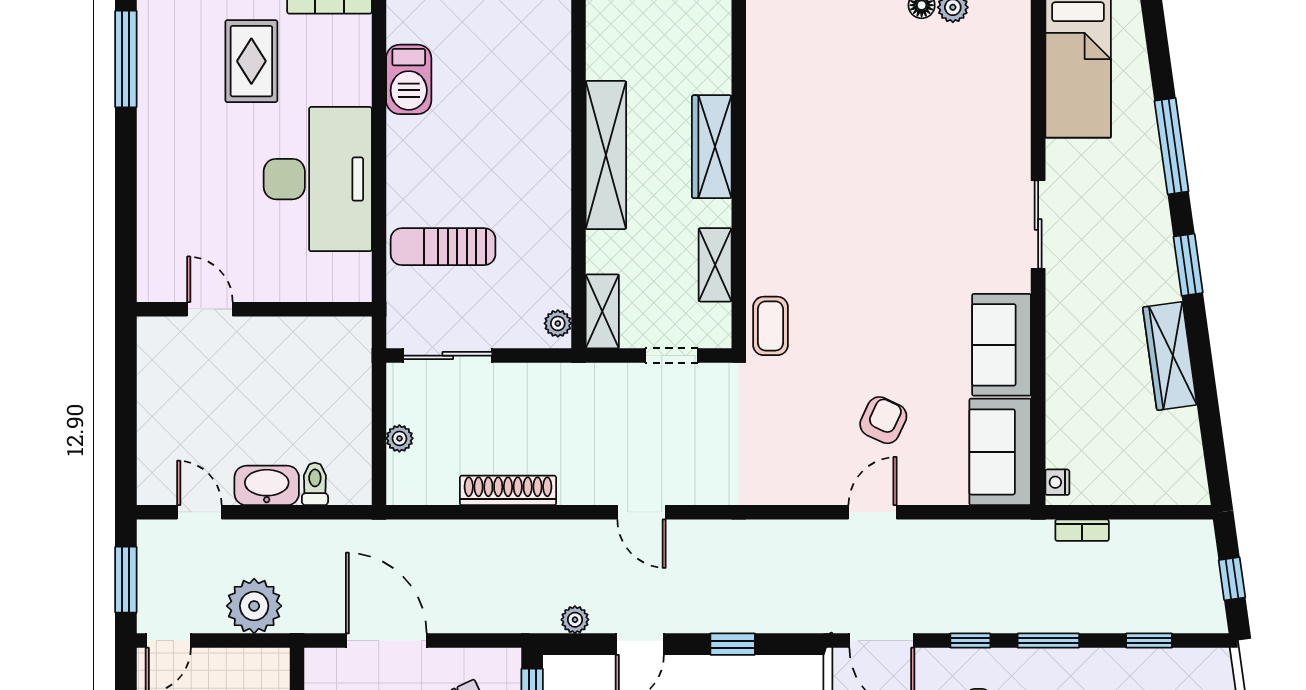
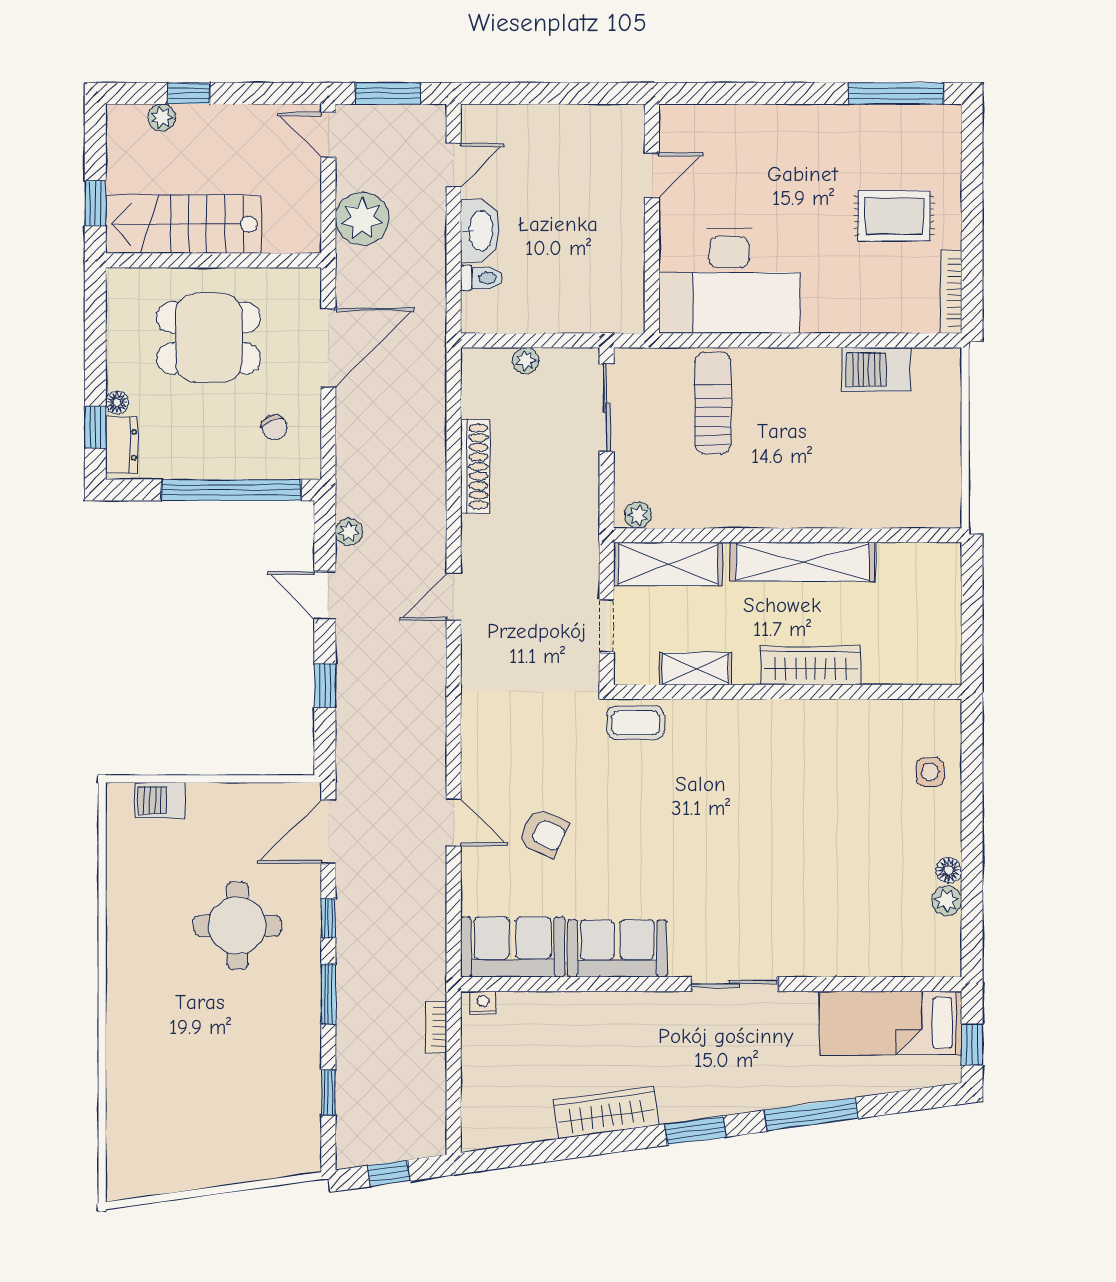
side table: (821, 24) -> (930, 772), added
desk: (318, 179) -> (729, 281), moved
shelving: (602, 311) -> (668, 564), width x1.50, depth x1.33

